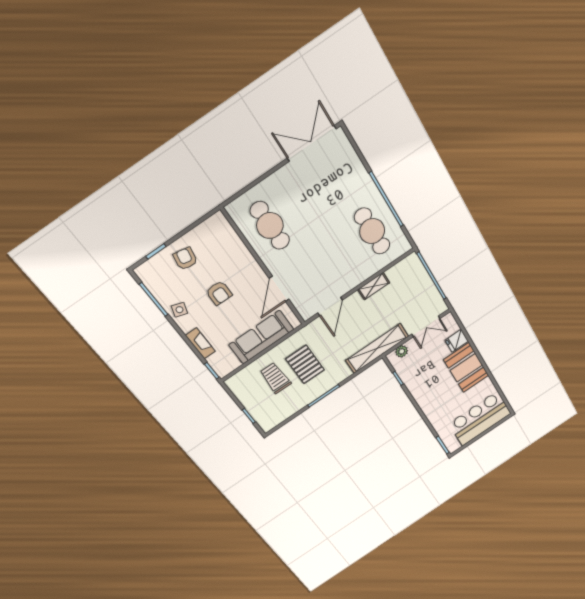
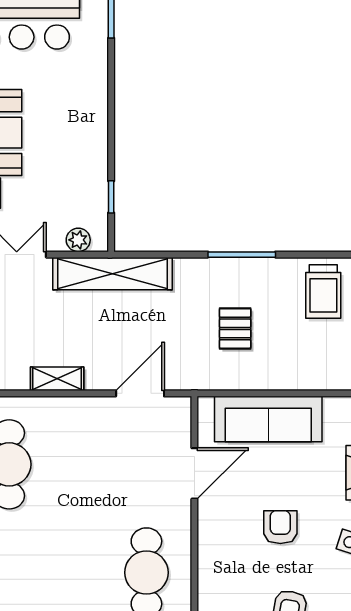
pallet: (305, 364) -> (235, 328), width x0.67, depth x0.71
trolley: (275, 378) -> (323, 292), moved

